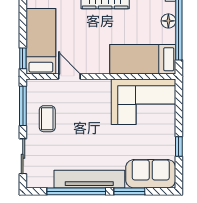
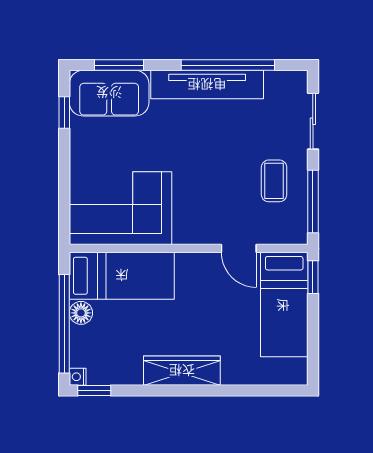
floor lamp: (168, 21) -> (81, 313), moved
window: (179, 147) -> (64, 112), moved
window: (129, 191) -> (119, 65), moved

